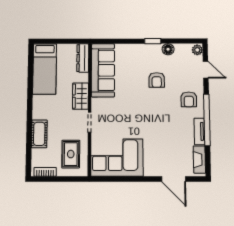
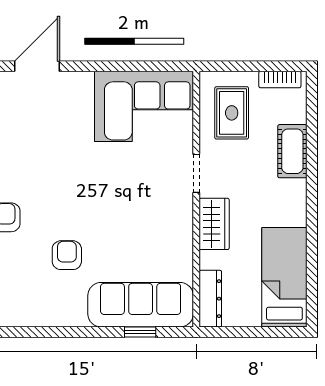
window: (153, 41) -> (140, 332), moved
floor lamp: (168, 49) -> (44, 316), removed
sofa: (103, 70) -> (141, 305), moved, turned 90
door: (174, 179) -> (37, 66), hinge flipped

